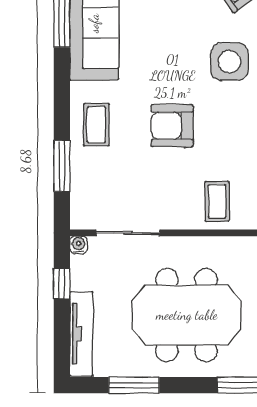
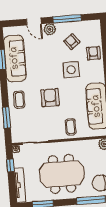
armchair: (172, 126) -> (50, 98), turned 90

